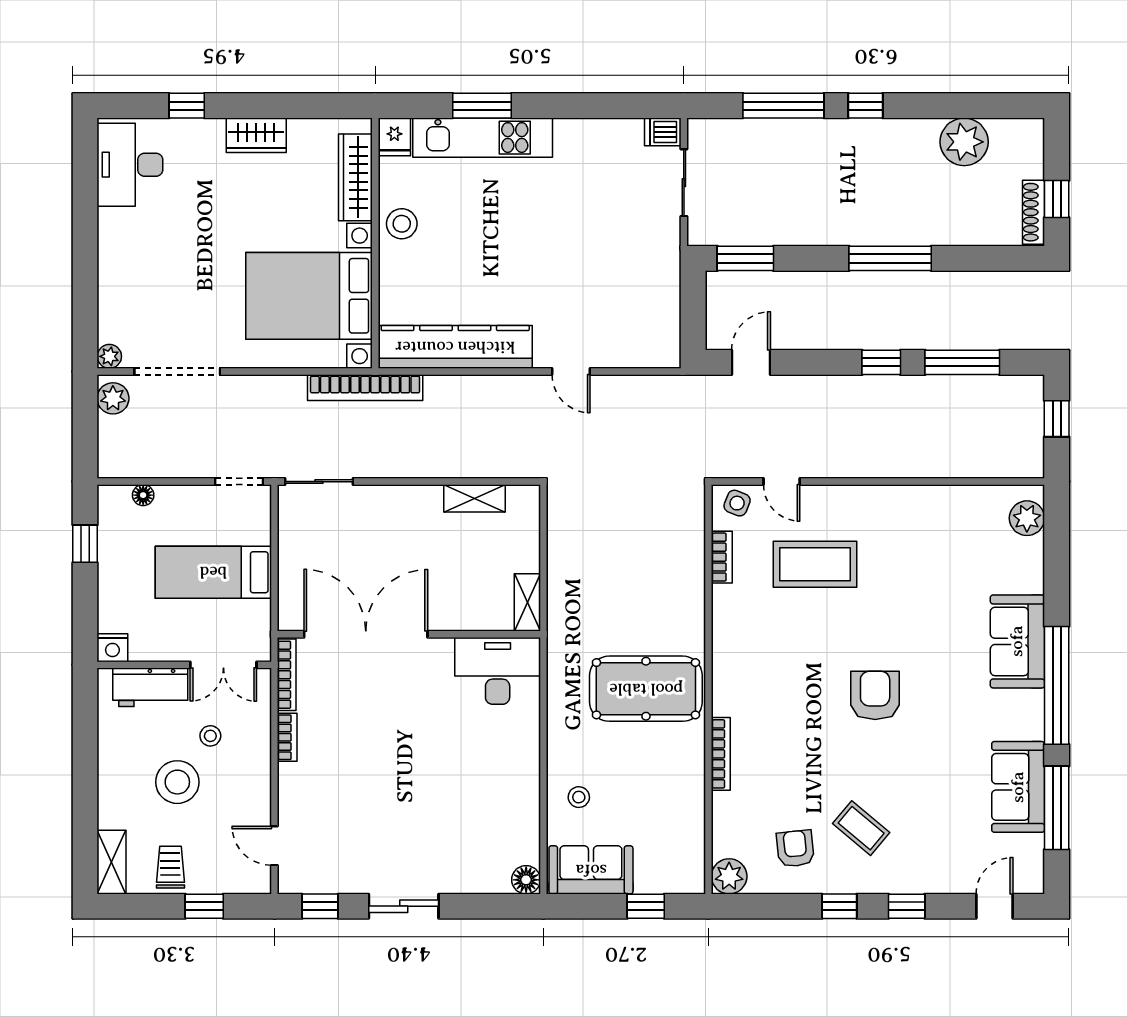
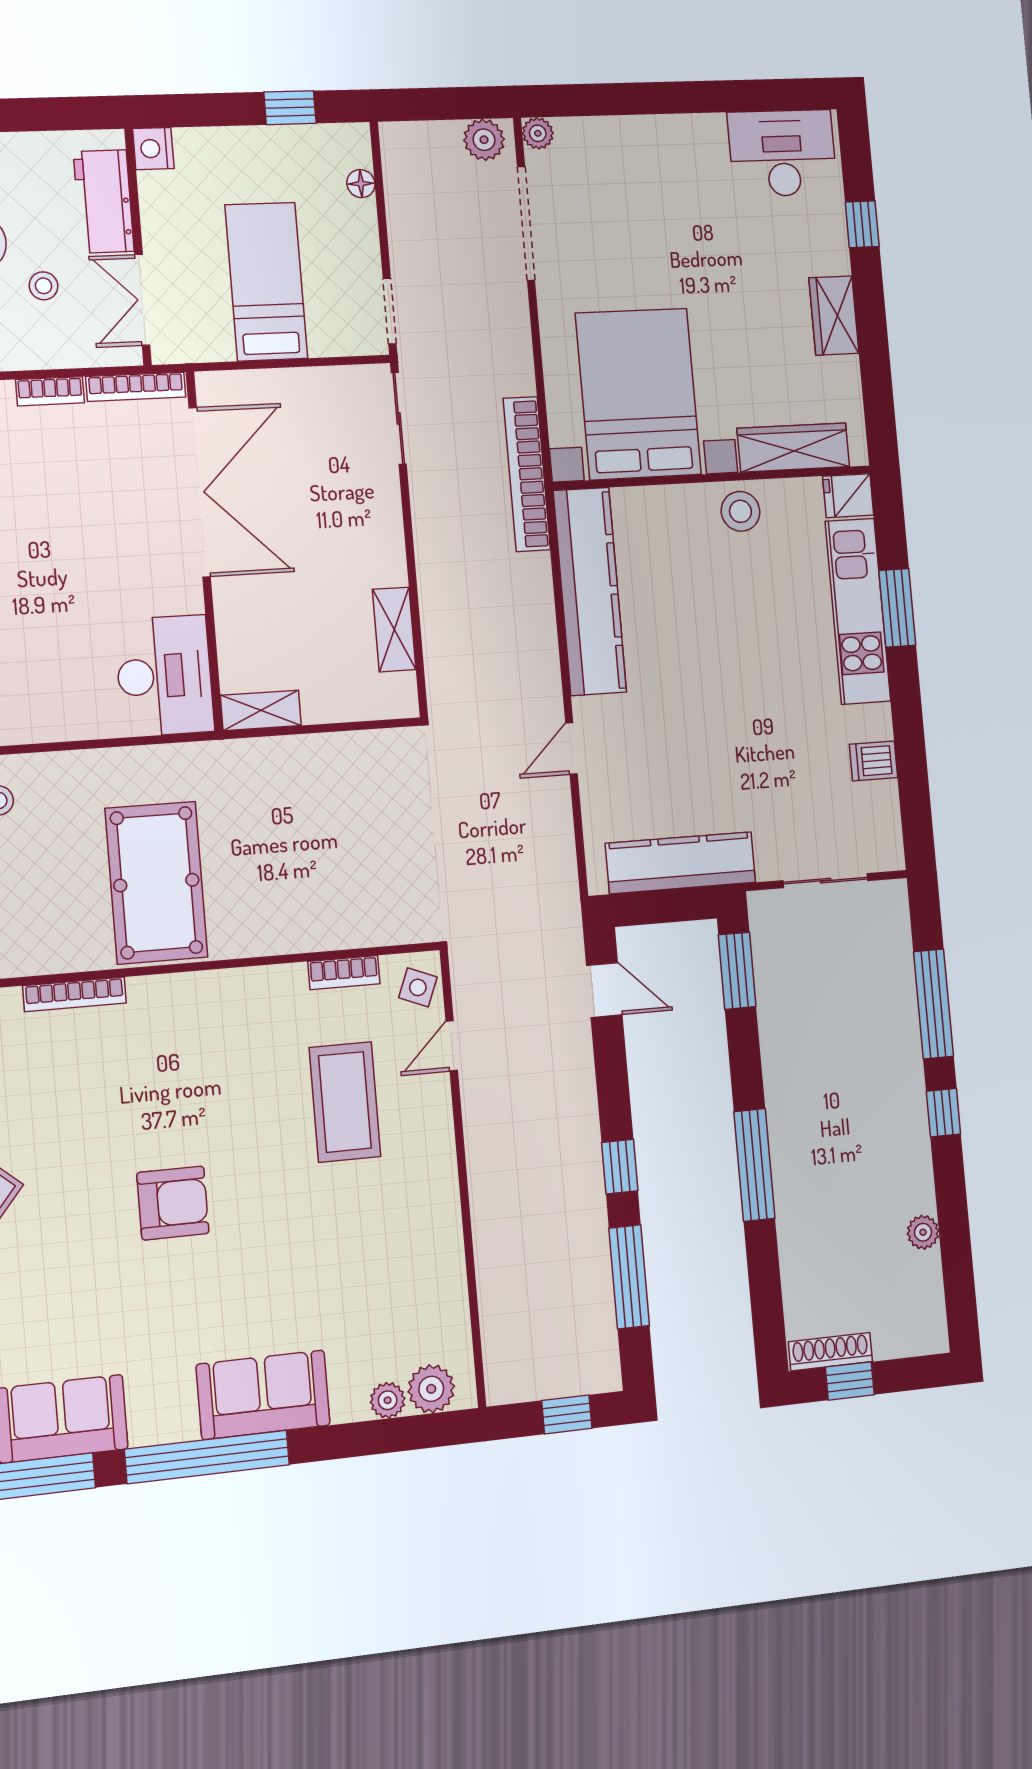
dishwasher: (663, 132) -> (873, 761), moved, turned -90
plant: (964, 142) -> (923, 1232), width x0.53, depth x0.53
kitchen counter: (662, 295) -> (681, 863), added
plant: (1031, 551) -> (388, 1400), added

